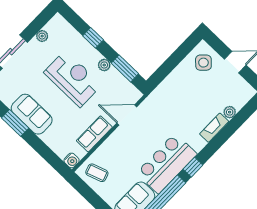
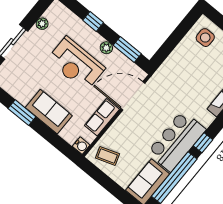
side table: (203, 63) -> (205, 38), turned 45
reception desk: (73, 79) -> (76, 64), turned 180
sofa: (32, 114) -> (49, 112), moved
door: (127, 115) -> (133, 96), width x1.36

